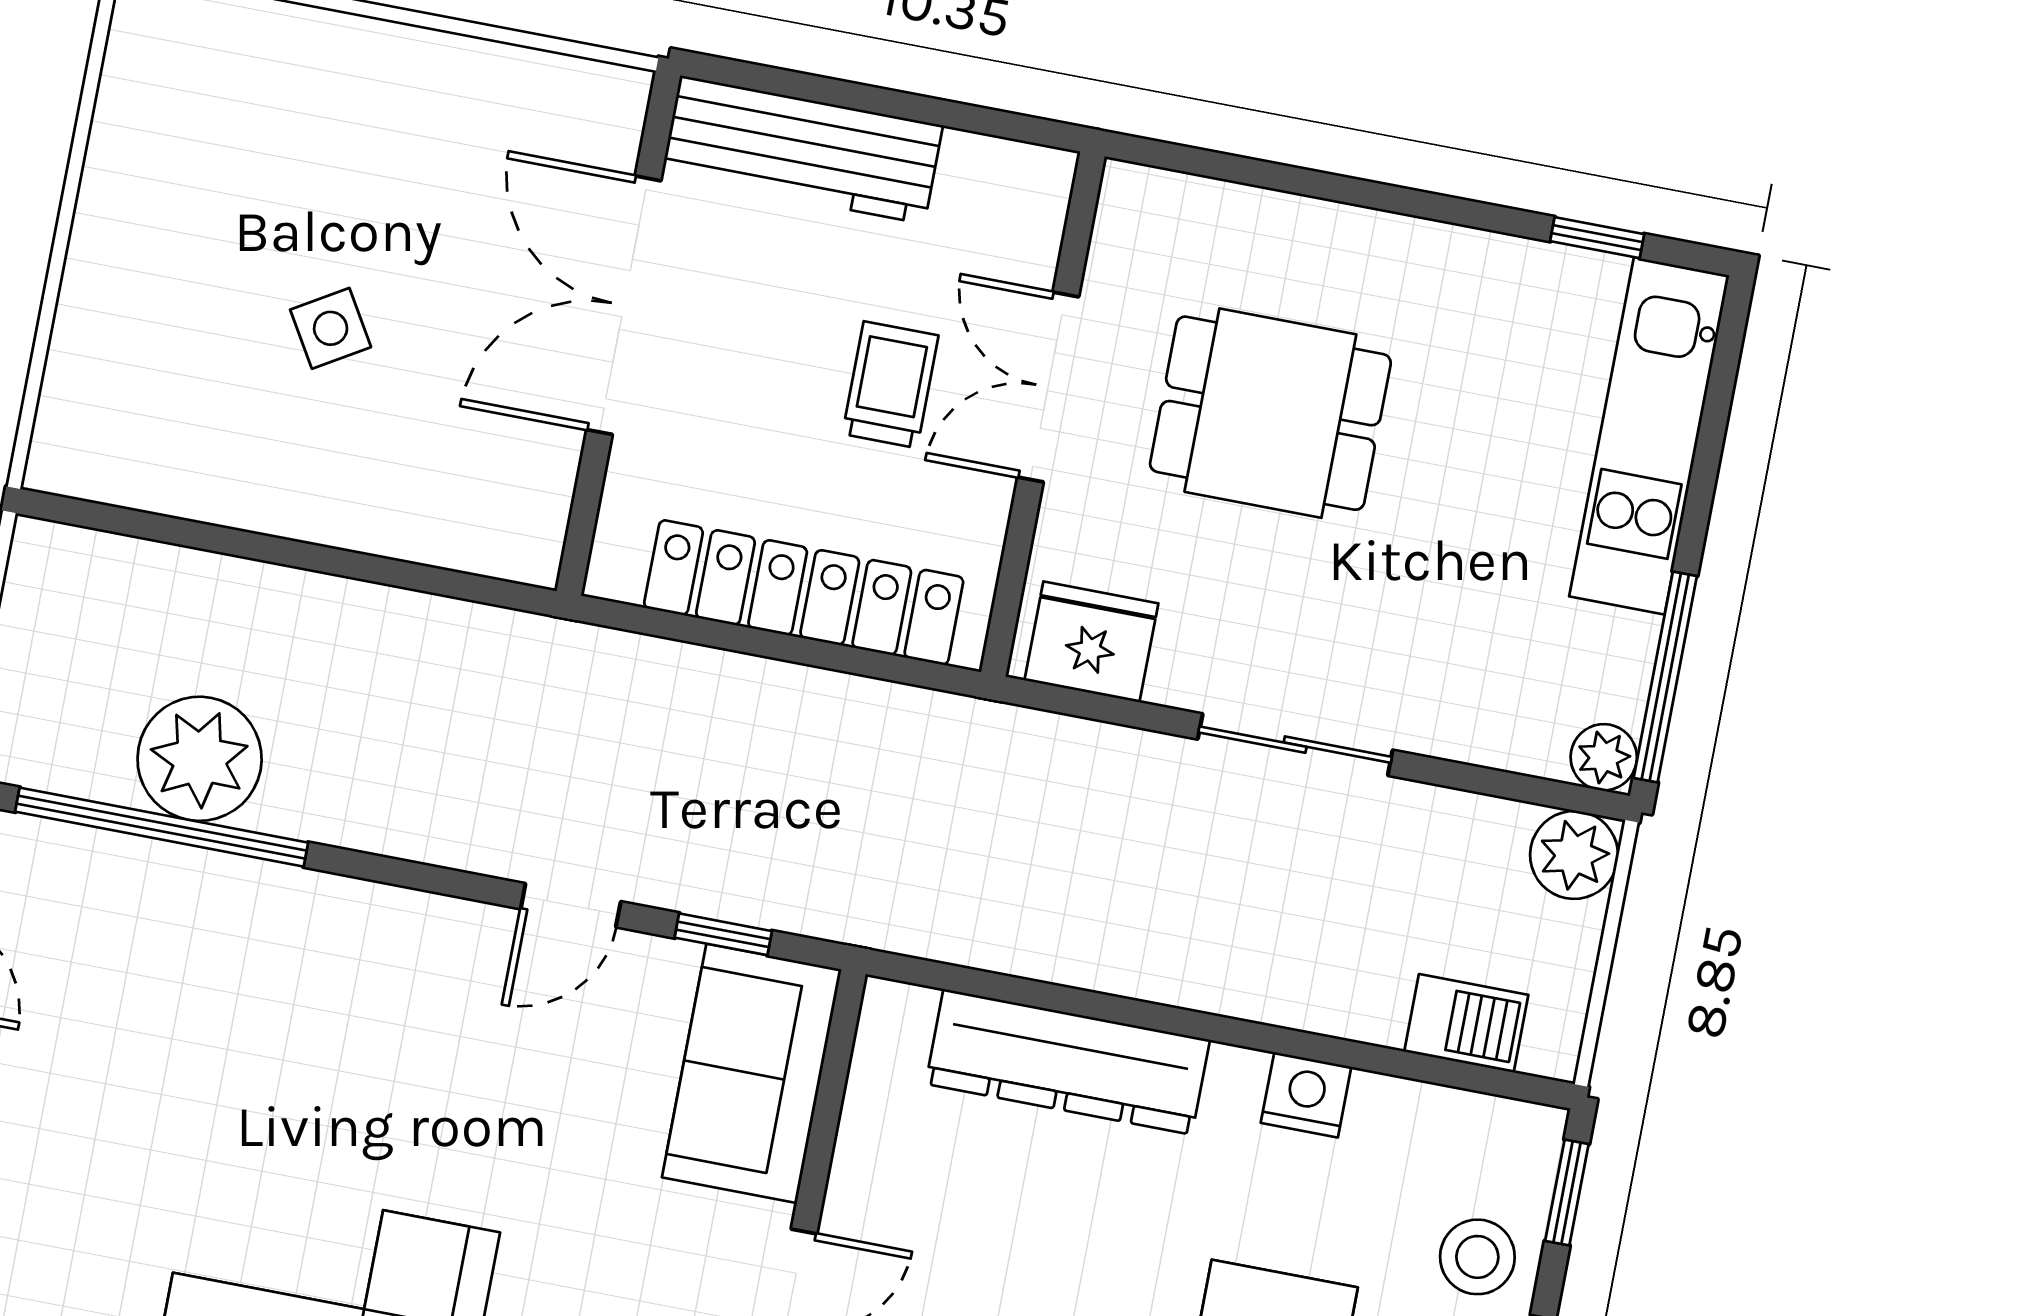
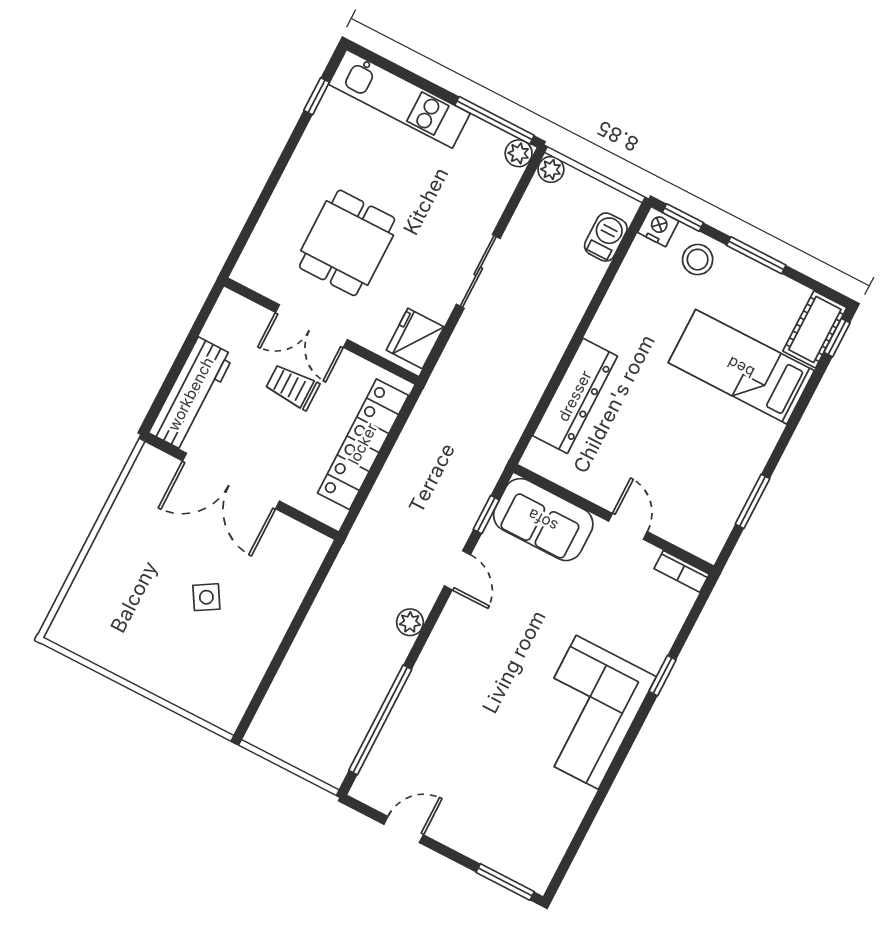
plant: (200, 759) -> (410, 622), moved, width x0.53, depth x0.53
plant: (1574, 855) -> (551, 169), width x0.73, depth x0.73
nightstand: (1306, 1095) -> (658, 227), moved, turned 90

